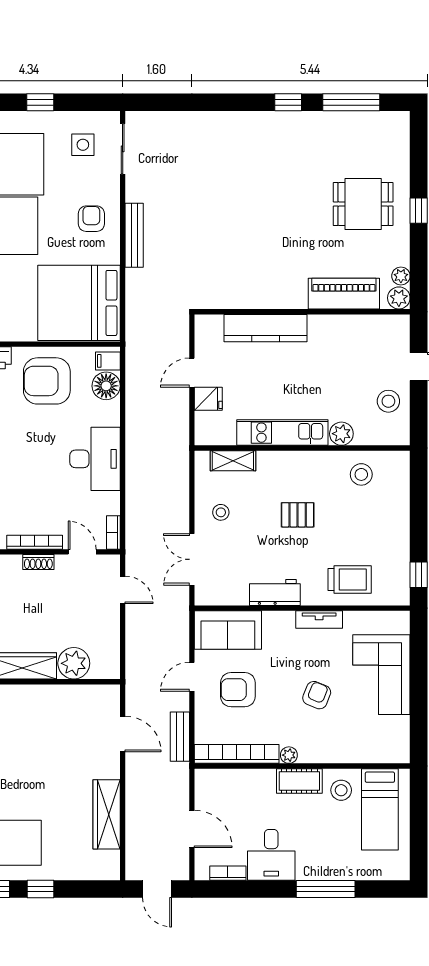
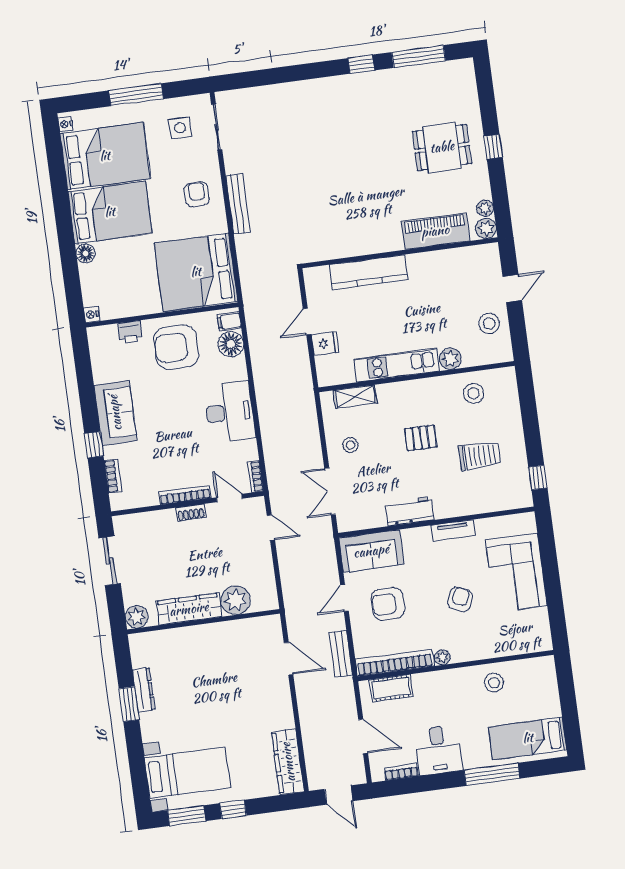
window: (40, 102) -> (136, 95), width x2.17
trolley: (350, 579) -> (480, 456), moved
cot: (299, 781) -> (391, 688), moved
bed: (380, 809) -> (528, 738), moved, turned 90
wardrobe: (107, 814) -> (288, 762), moved

